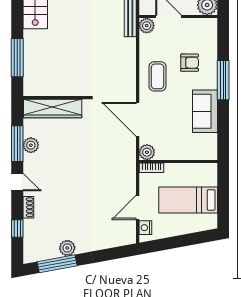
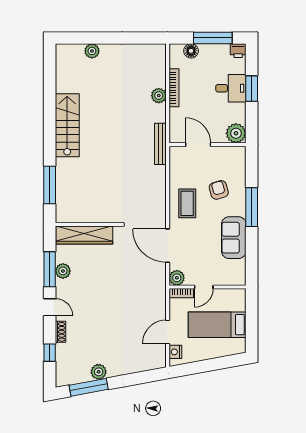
plant: (147, 26) -> (177, 154), removed
armchair: (190, 63) -> (219, 190), turned -106
door: (174, 161) -> (204, 287), added

